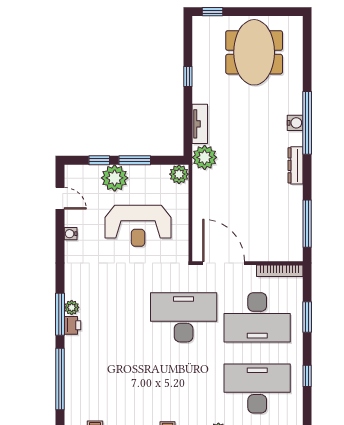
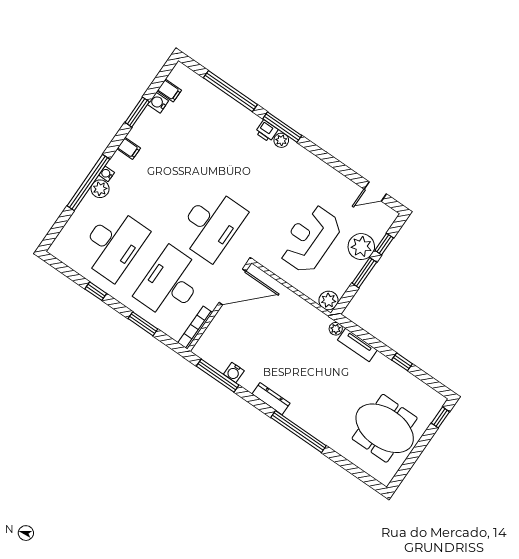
water cooler: (295, 123) -> (234, 373), moved
plant: (205, 157) -> (336, 329), width x0.53, depth x0.53
water cooler: (71, 234) -> (341, 180), removed

